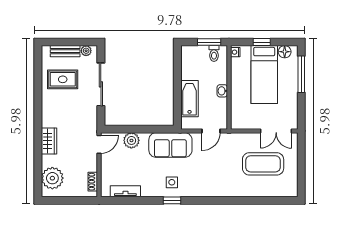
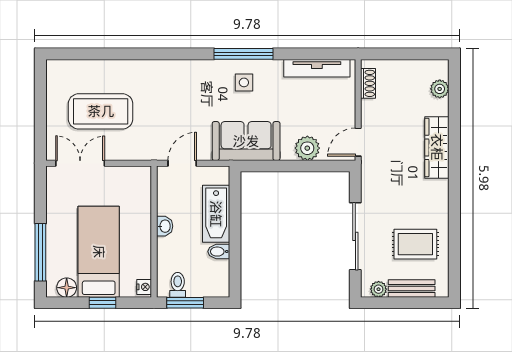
bidet: (188, 75) -> (219, 252), added
wardrobe: (49, 141) -> (437, 147), width x1.50
plant: (52, 178) -> (440, 89), width x0.53, depth x0.53
tv unit: (125, 191) -> (317, 68), width x1.41
window: (172, 200) -> (243, 54), width x2.17

